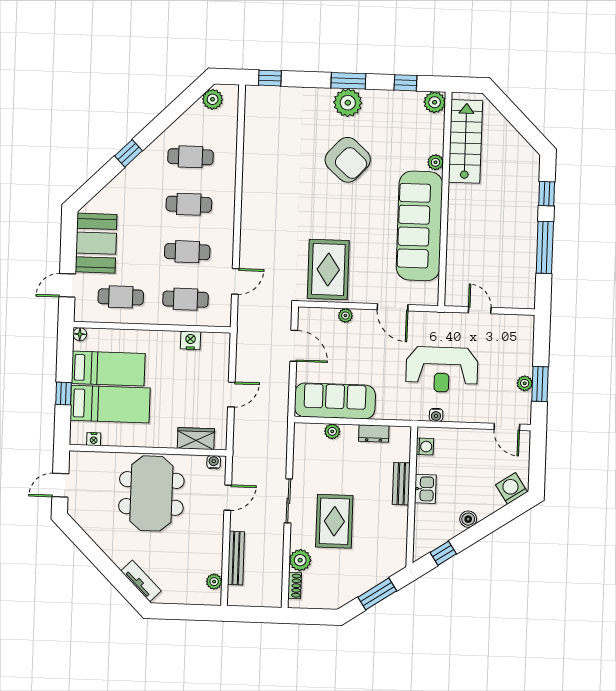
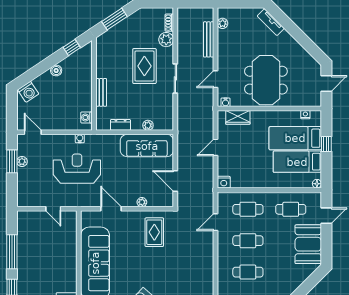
rug: (328, 269) -> (154, 232), width x0.73, depth x0.70
nightstand: (191, 340) -> (224, 182), moved
kitchen sink: (425, 489) -> (85, 90), removed

